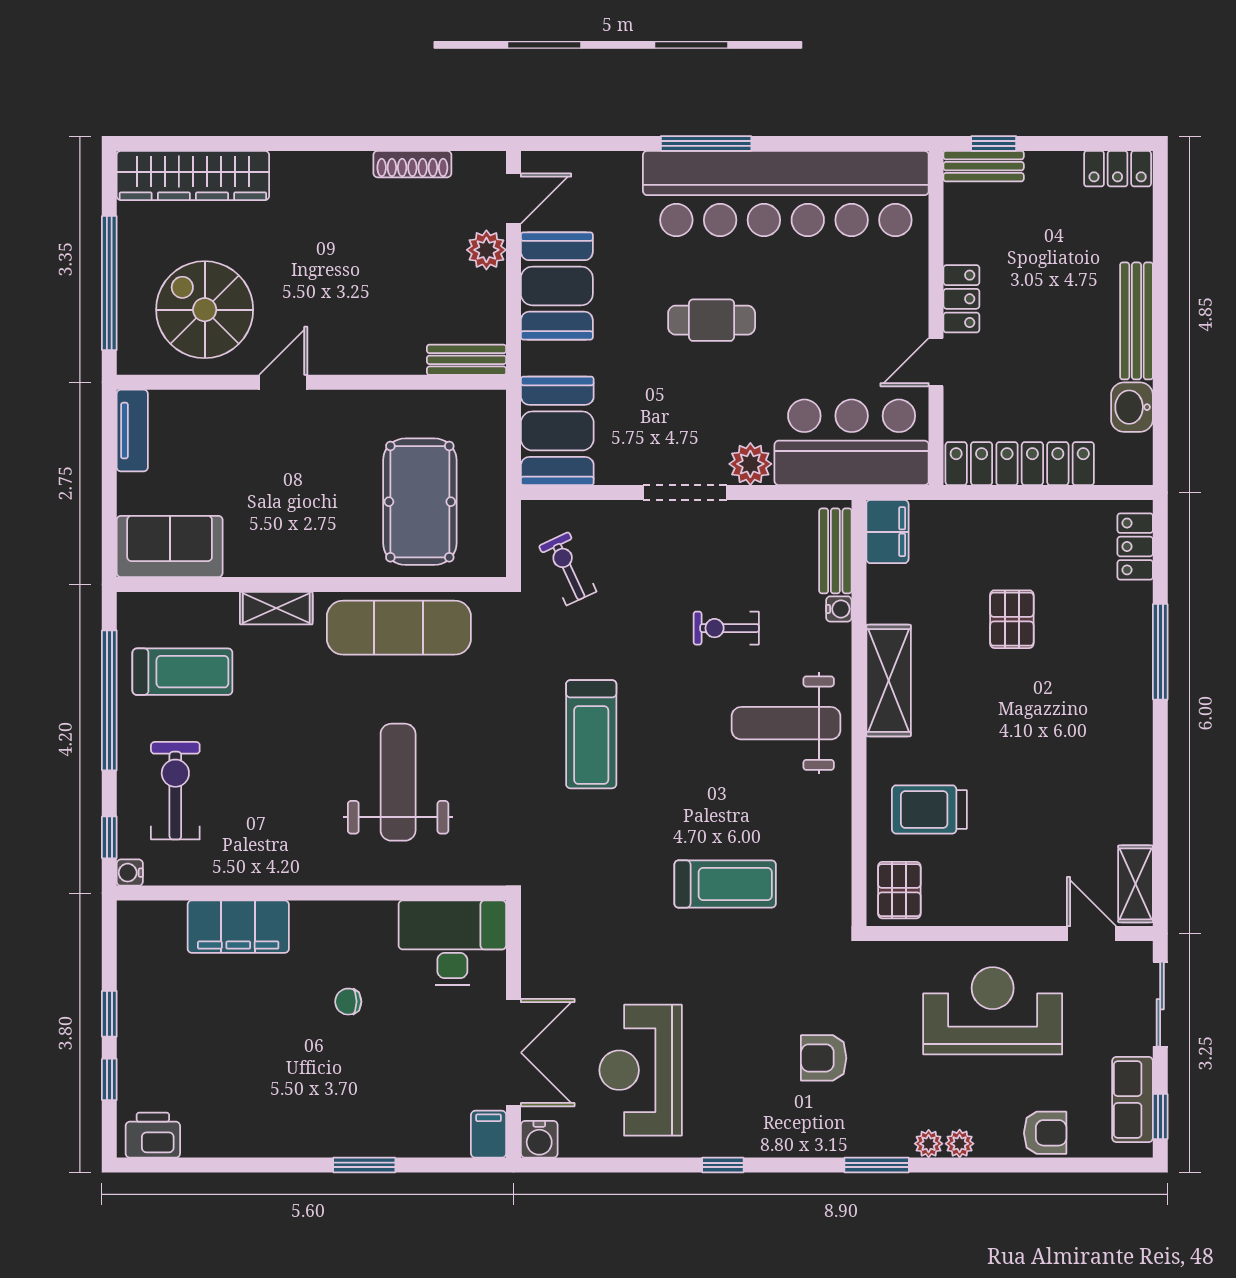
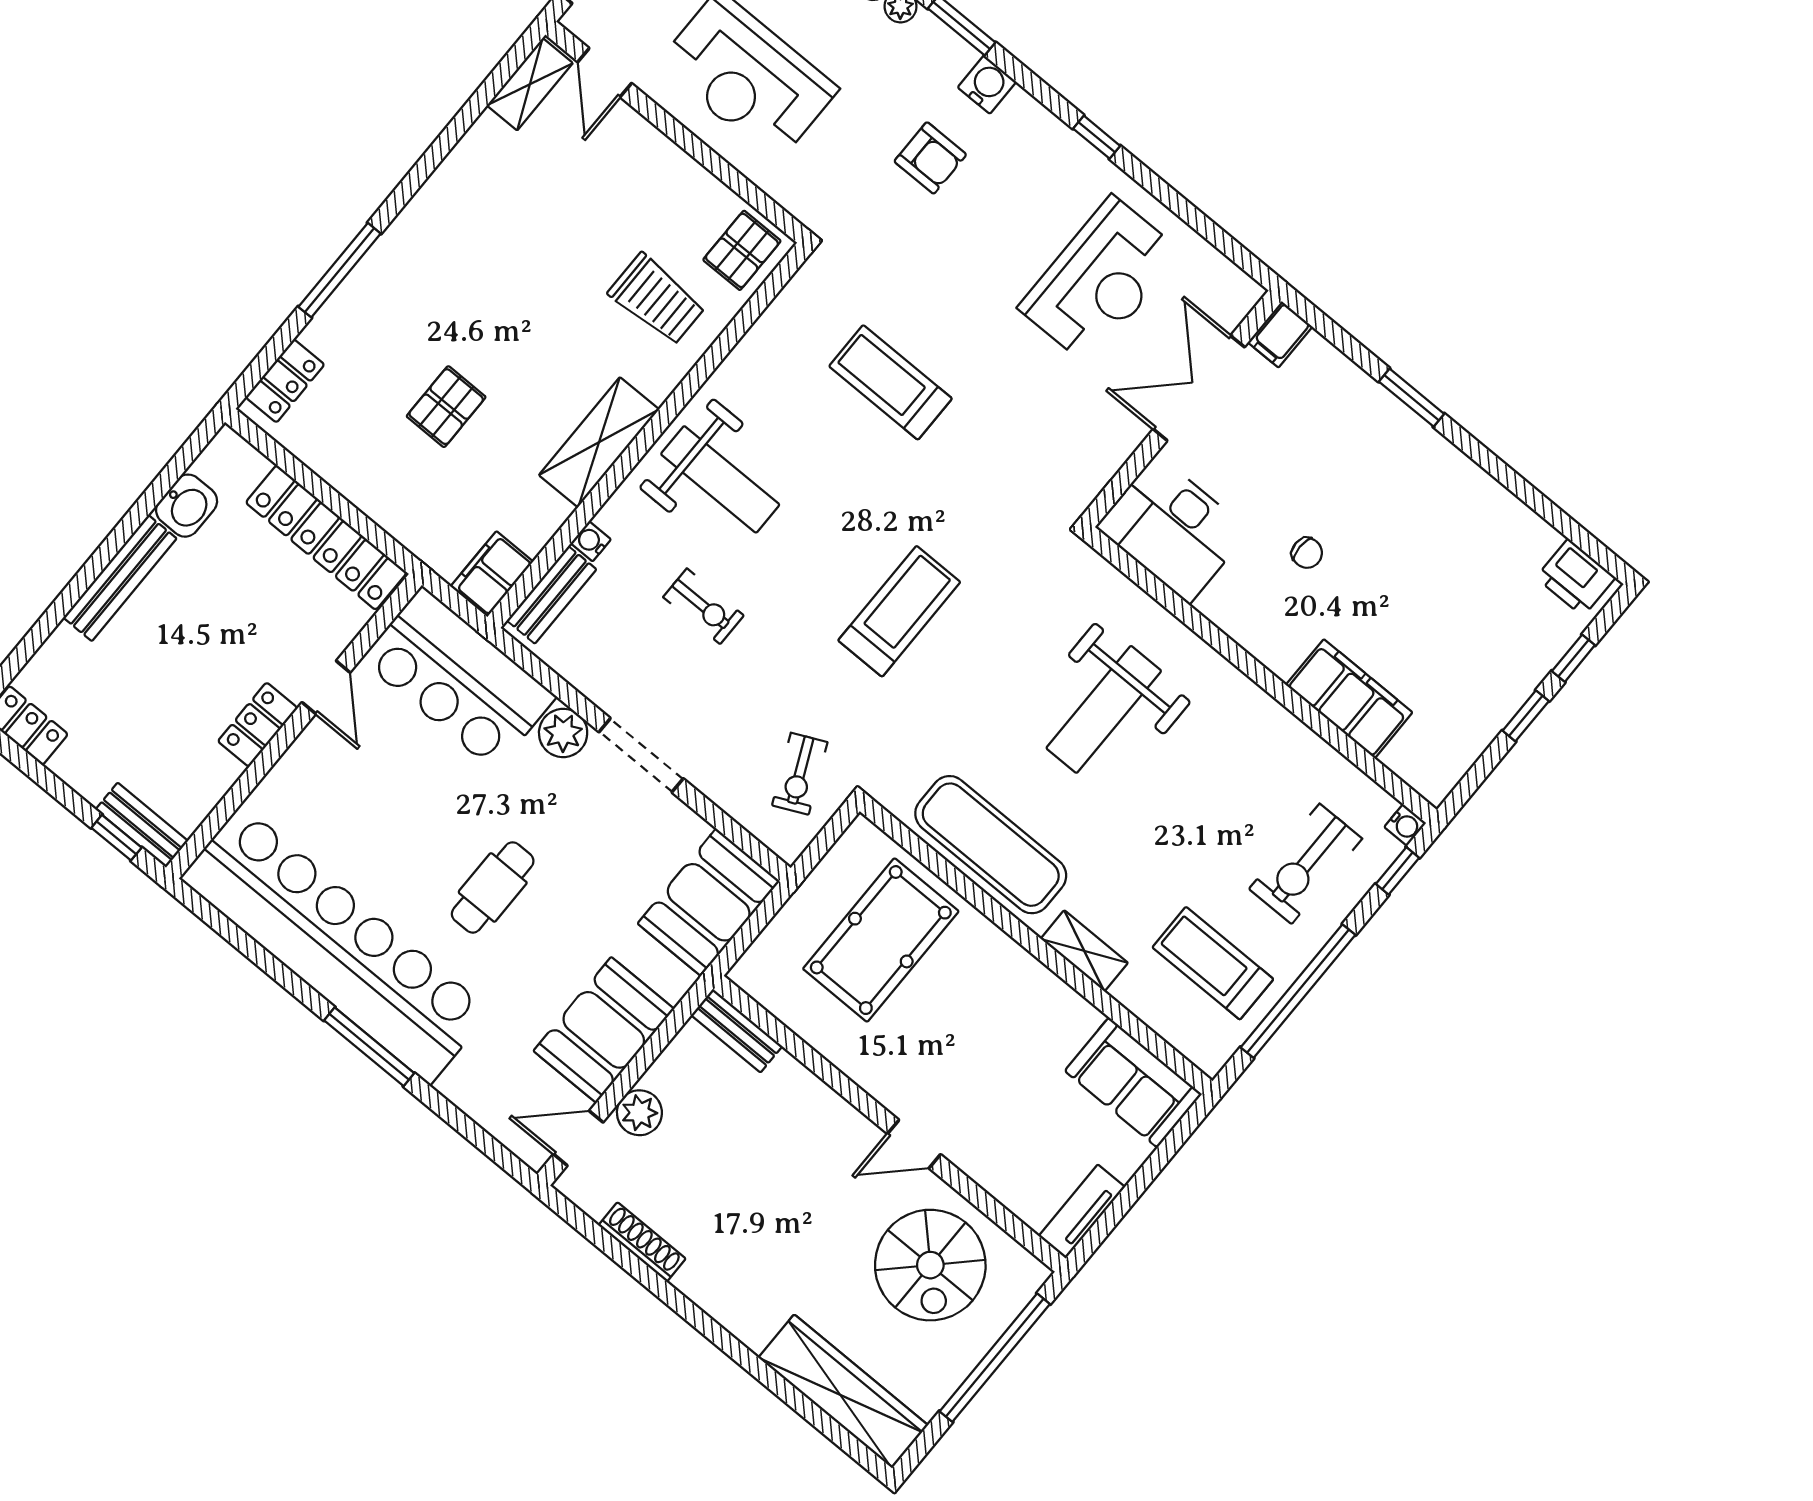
cafe table: (712, 320) -> (493, 887), turned 90
door: (936, 362) -> (326, 687), hinge flipped
water cooler: (539, 1139) -> (987, 85), moved

